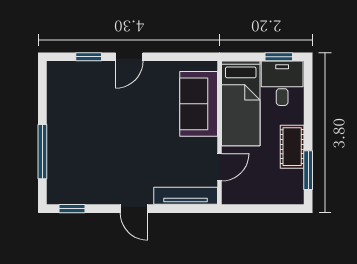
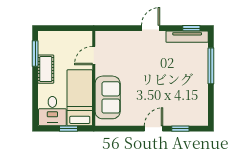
window: (279, 57) -> (68, 129), moved
tv unit: (186, 196) -> (187, 37), moved
door: (134, 209) -> (151, 28), hinge flipped

